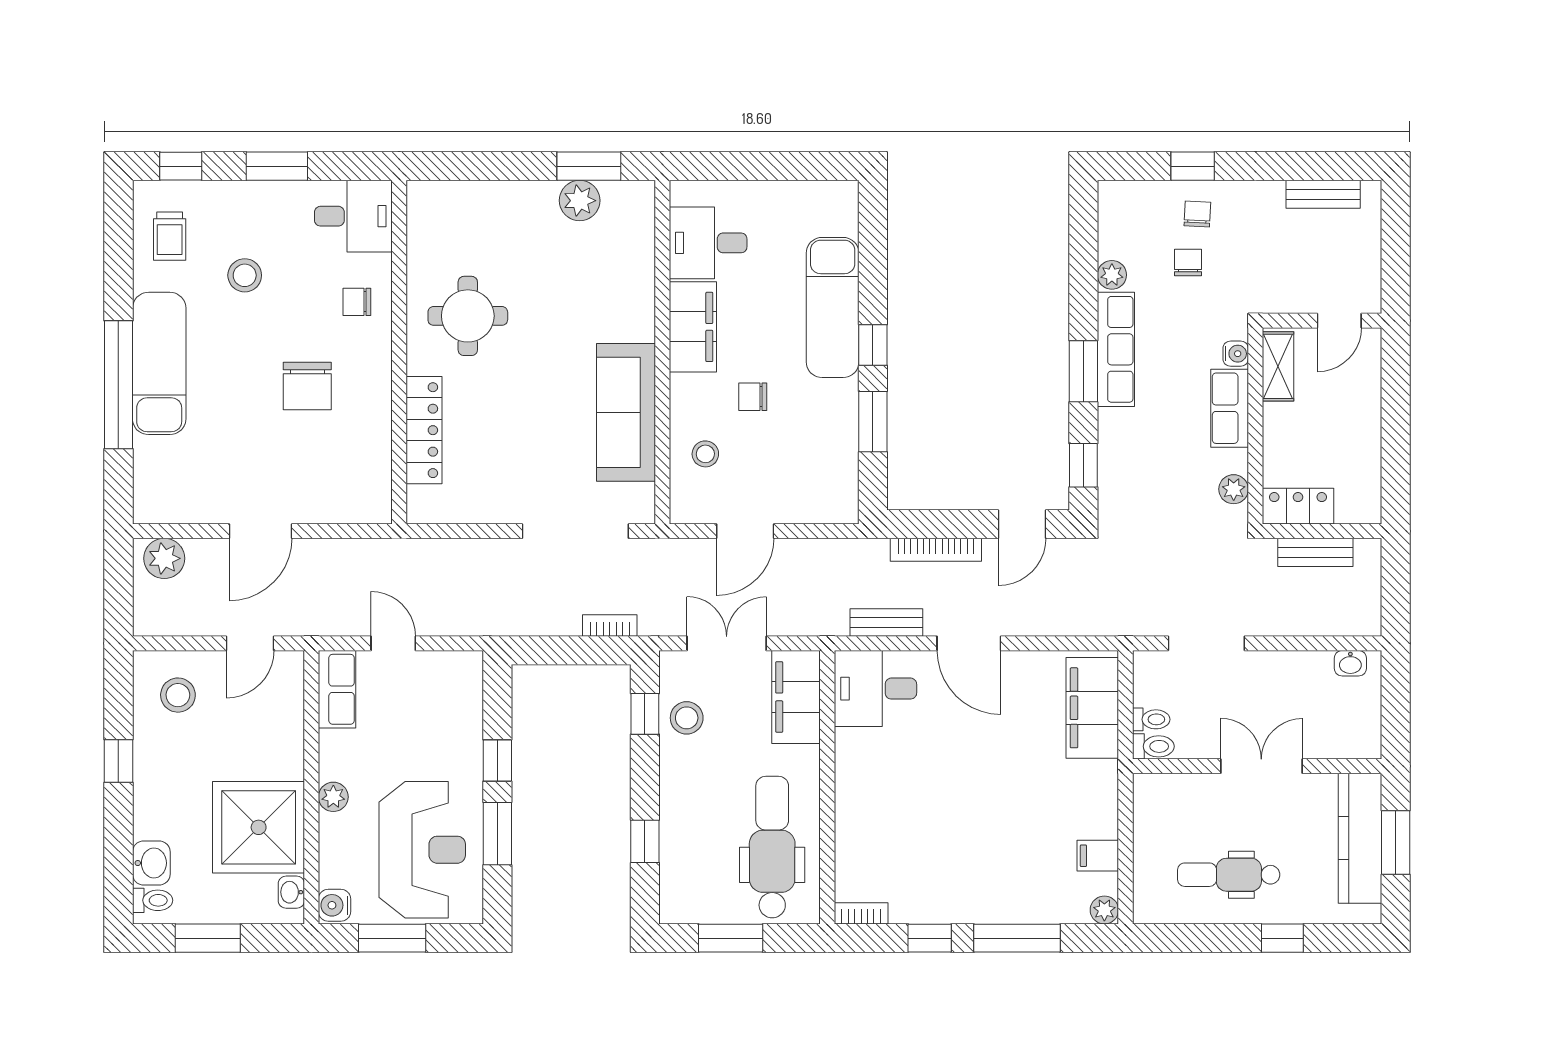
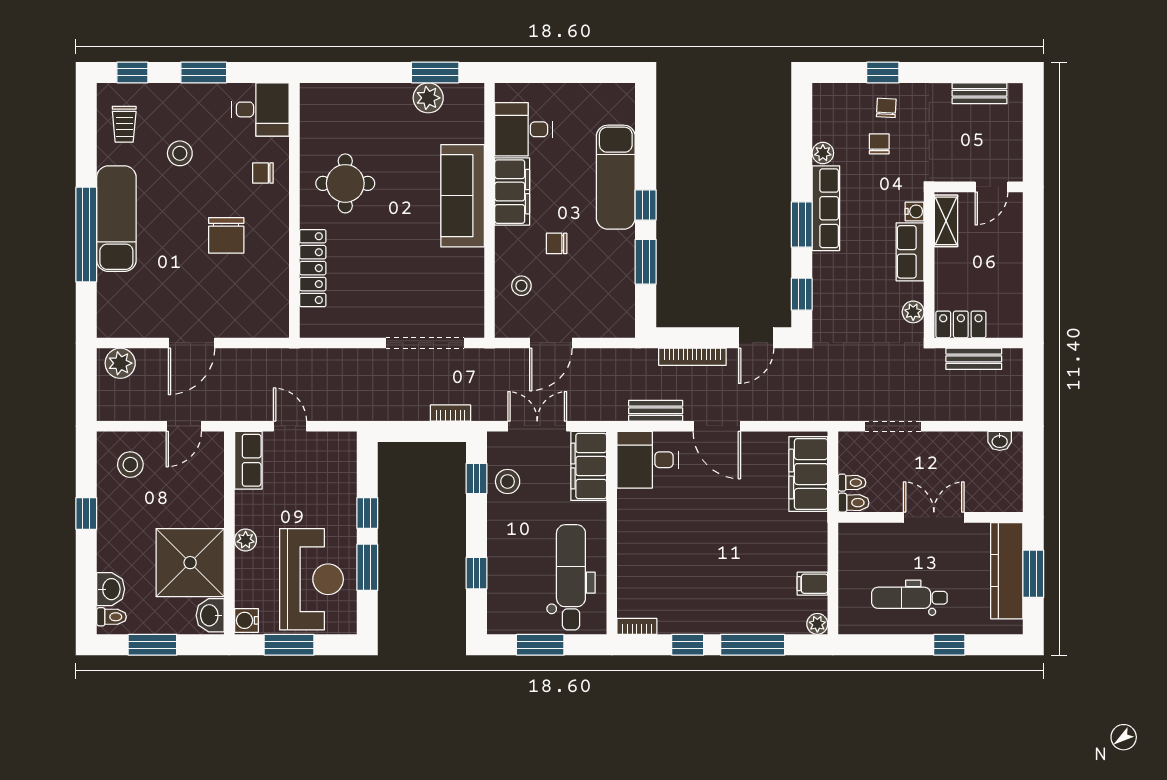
sofa: (626, 412) -> (463, 196), moved
washbasin: (291, 892) -> (210, 615), width x1.38, depth x1.45

